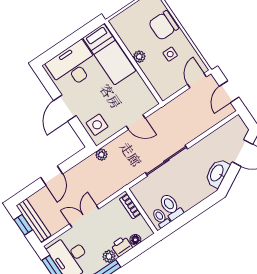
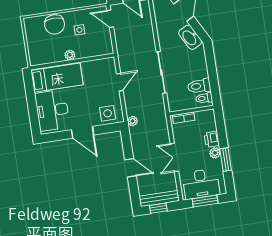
floor lamp: (135, 240) -> (212, 126), removed

